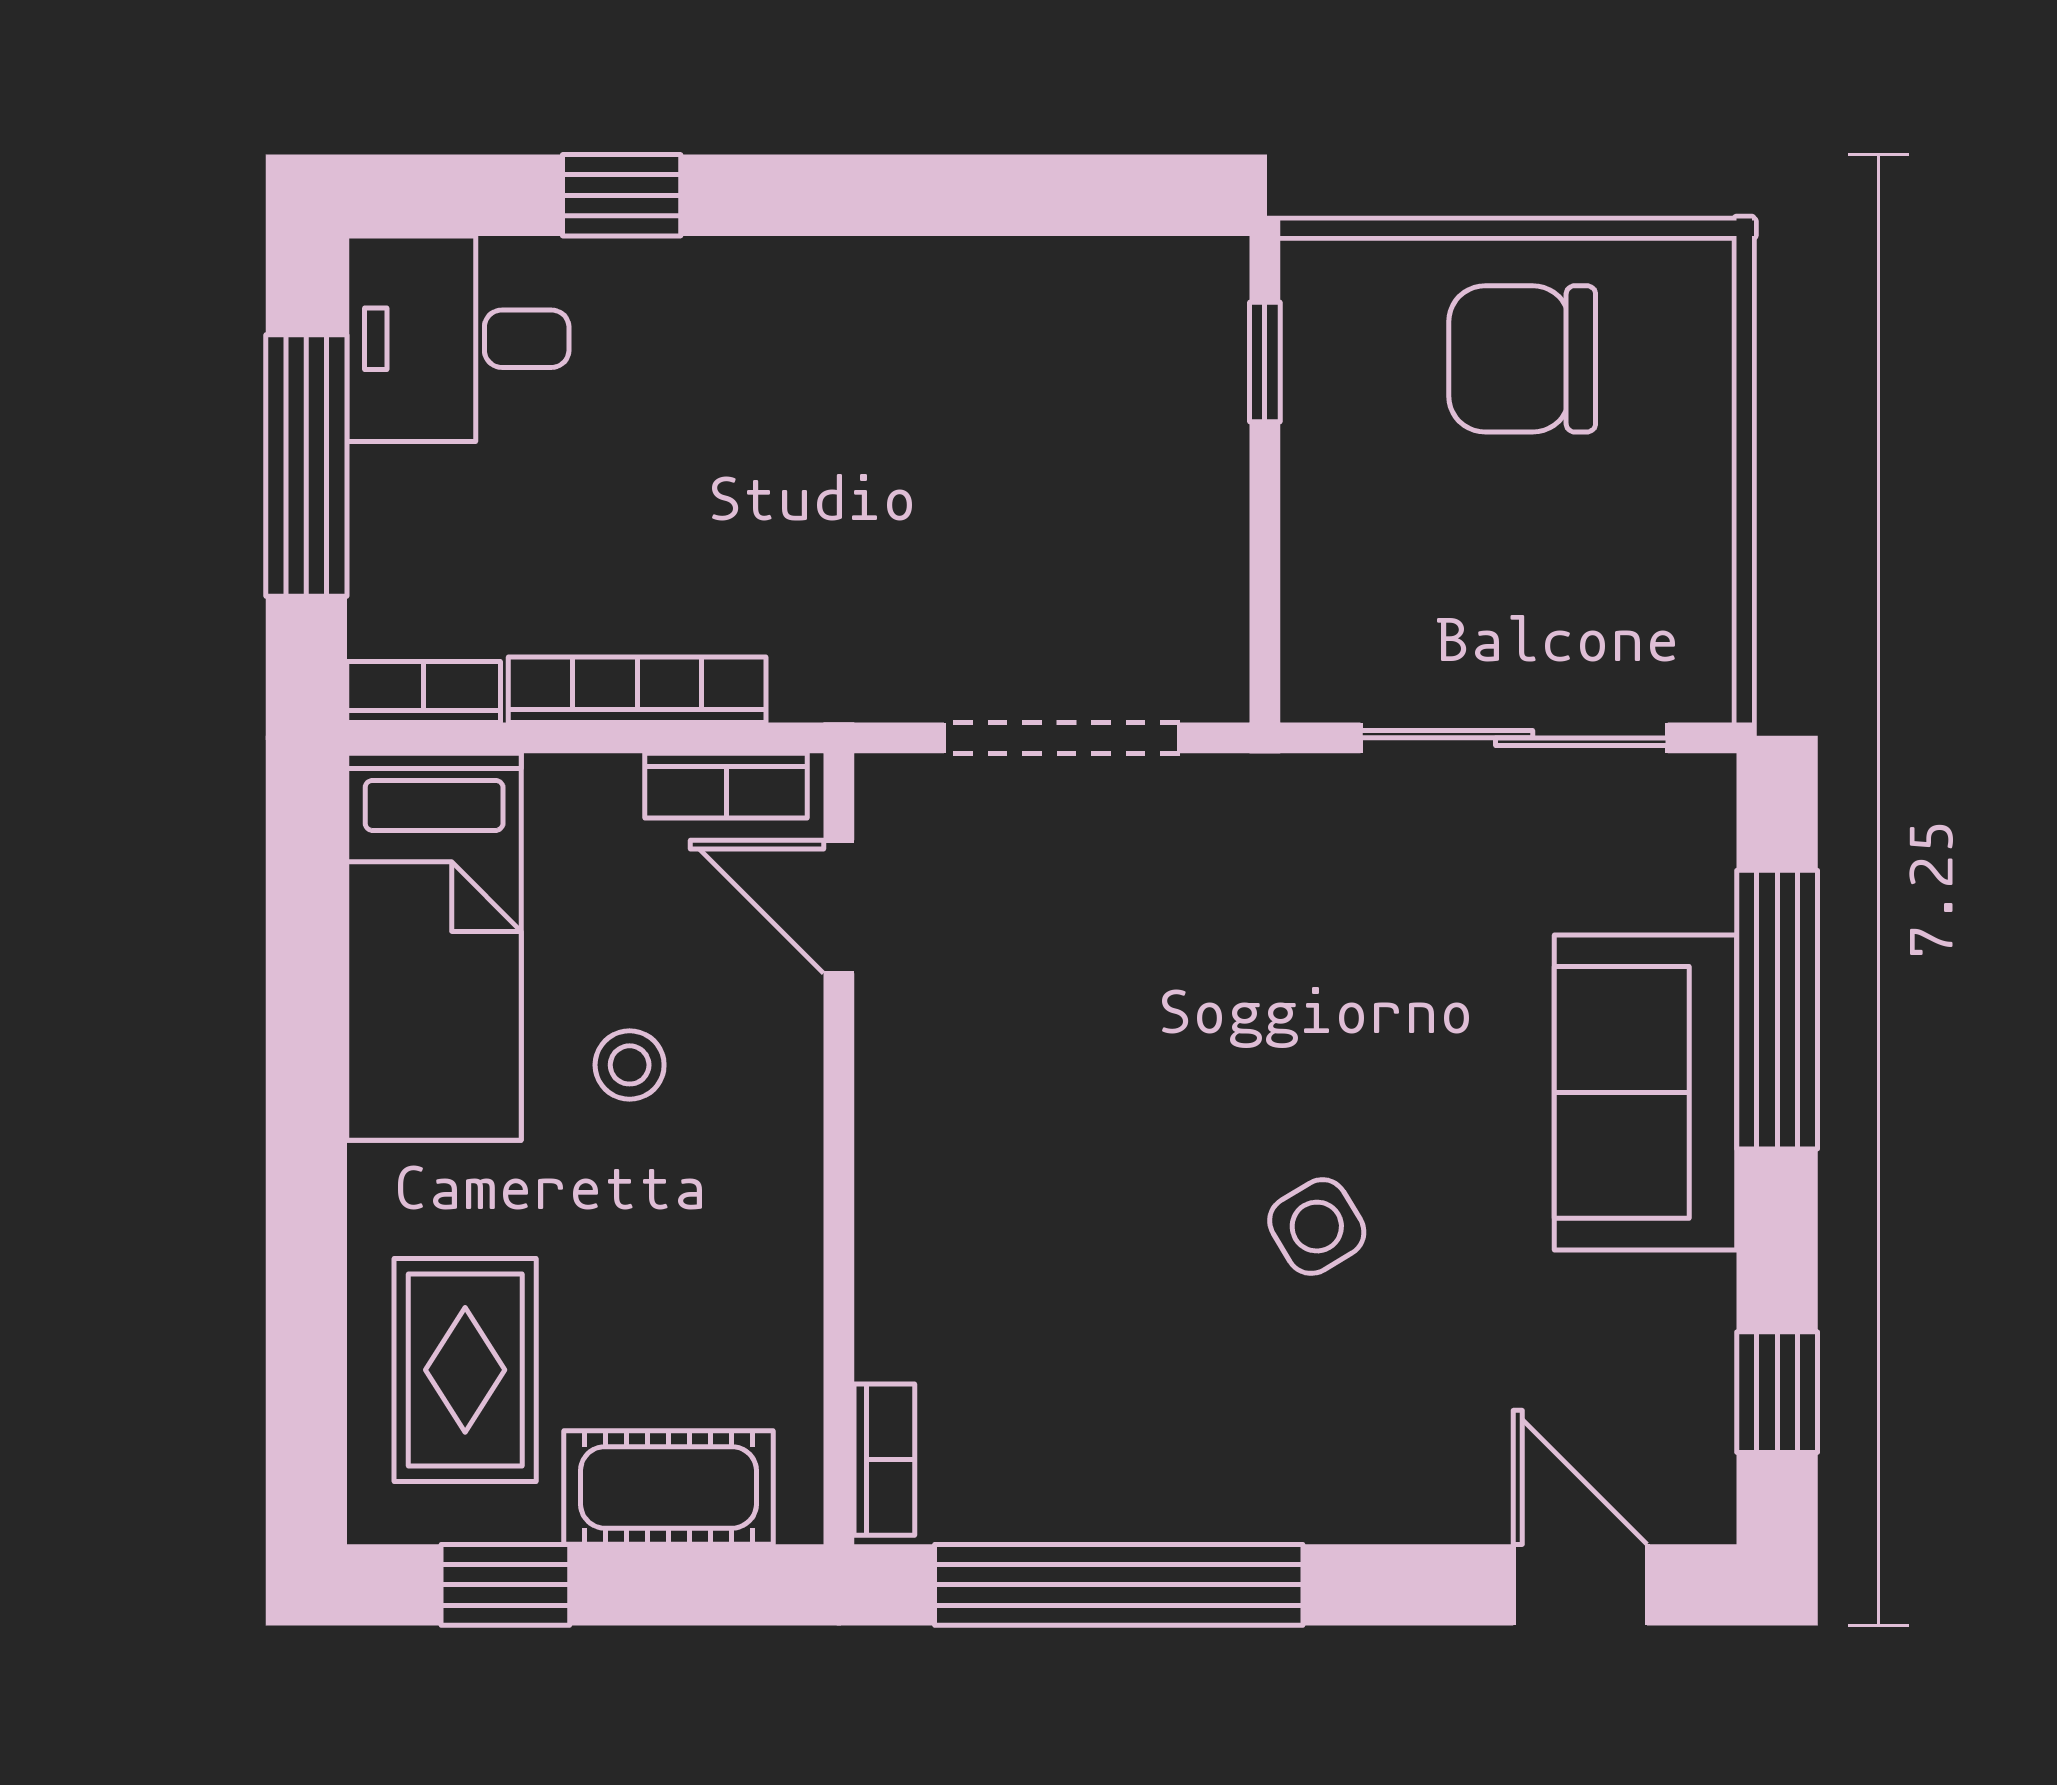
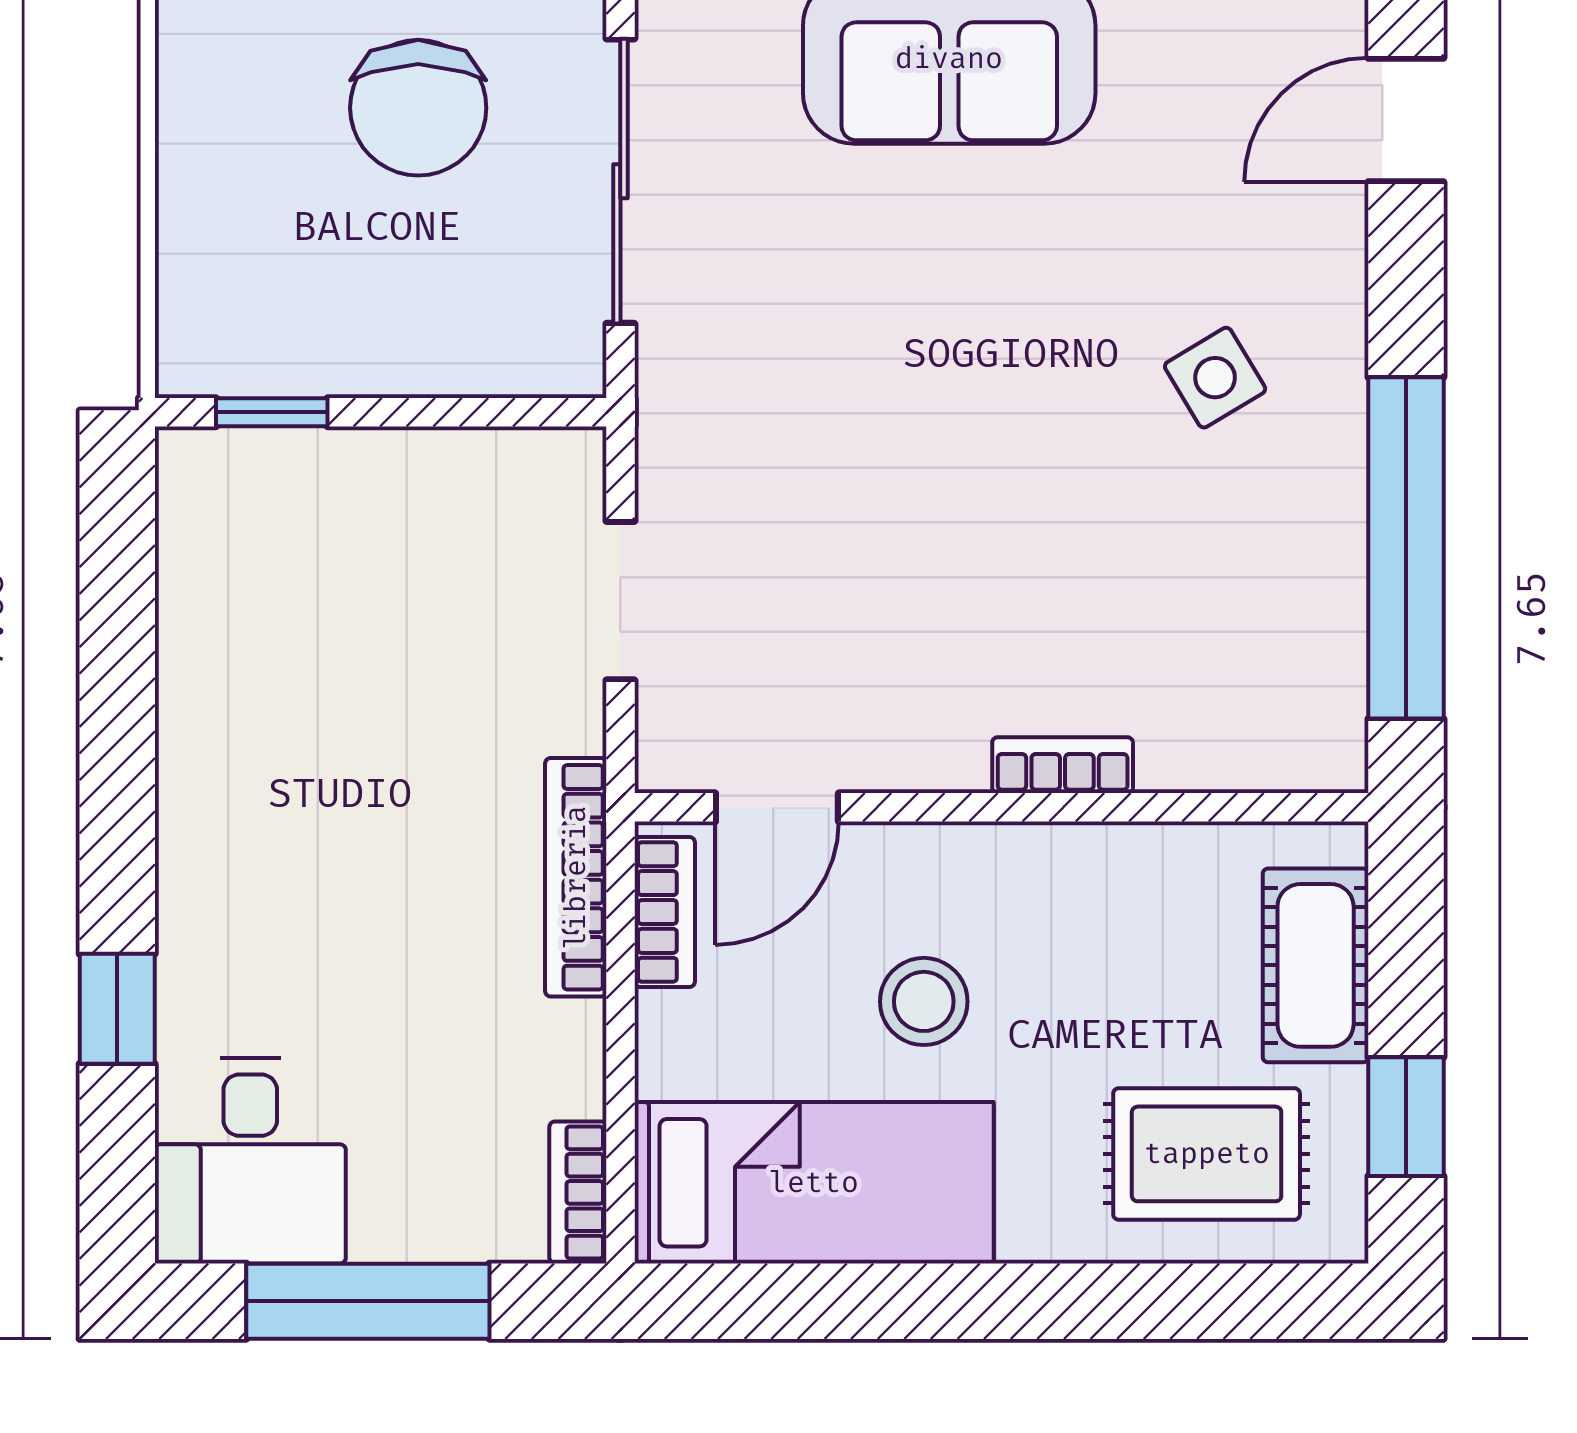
chair: (1522, 359) -> (418, 108), moved
bookcase: (637, 690) -> (576, 877), moved
doorway: (1062, 738) -> (620, 601), width x0.73
stool: (630, 1065) -> (924, 1001), width x1.37, depth x1.37
side table: (1317, 1227) -> (1215, 378), moved
bookcase: (884, 1460) -> (1063, 765), moved

